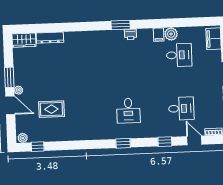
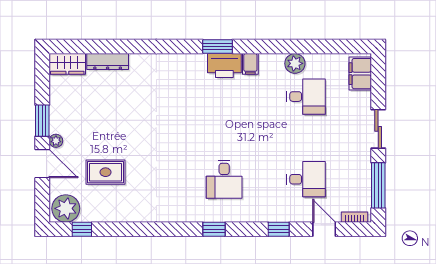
printer: (130, 34) -> (224, 66), width x1.87, depth x1.48
filing cabinet: (159, 35) -> (250, 64), moved
plant: (23, 138) -> (66, 208), width x1.88, depth x1.88

